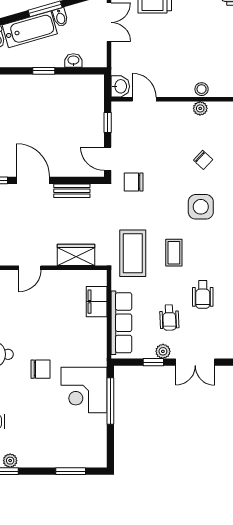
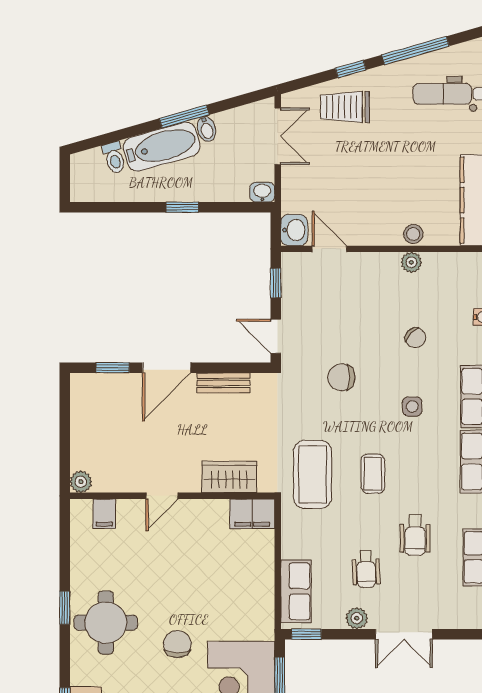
washbasin: (73, 60) -> (262, 192), moved
door: (33, 180) -> (167, 368), swing flipped
chair: (134, 182) -> (341, 377), moved
side table: (201, 207) -> (412, 406), width x0.54, depth x0.54
filing cabinet: (97, 302) -> (252, 514), moved, turned -90
row of seats: (121, 323) -> (296, 591), width x0.68
window: (153, 362) -> (306, 634), moved
chair: (40, 369) -> (177, 644), turned -90

